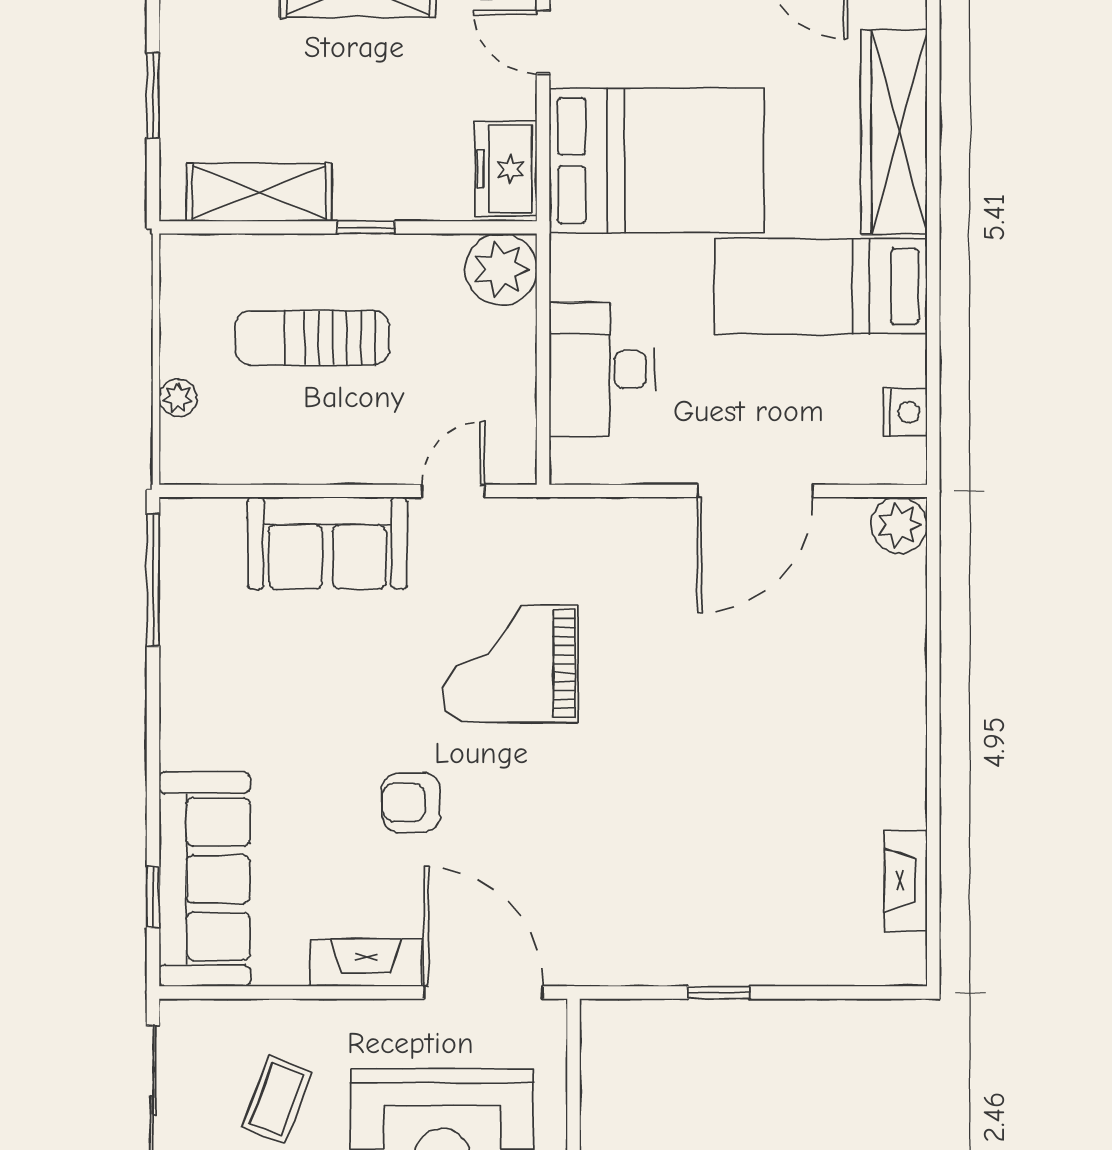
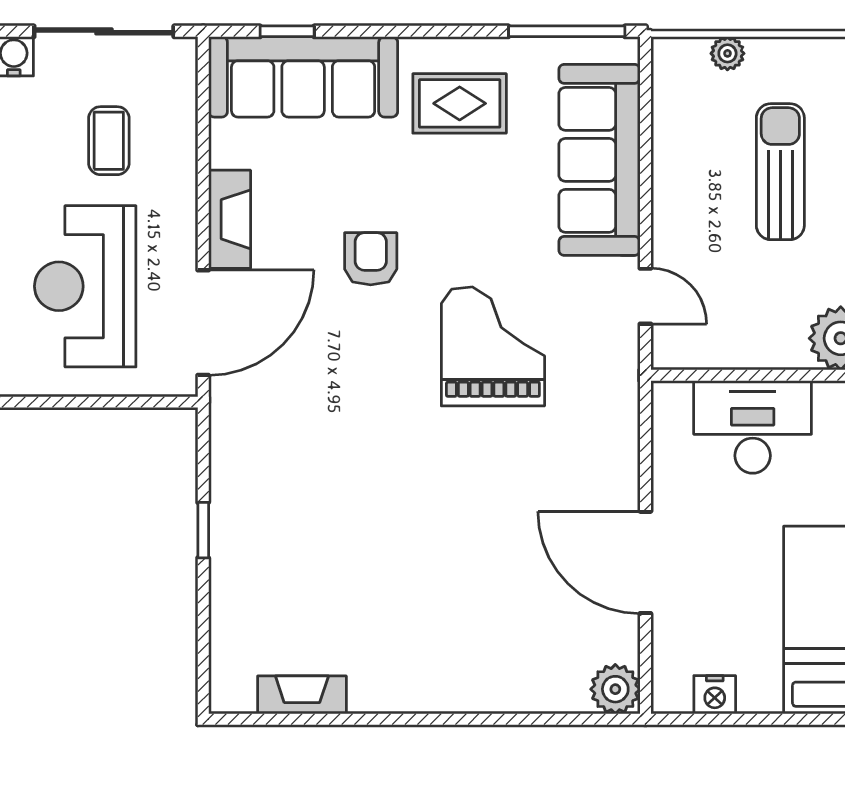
sofa: (327, 543) -> (599, 160), width x1.36
rug: (235, 702) -> (460, 103), added
coffee table: (277, 1099) -> (109, 141), turned 69

